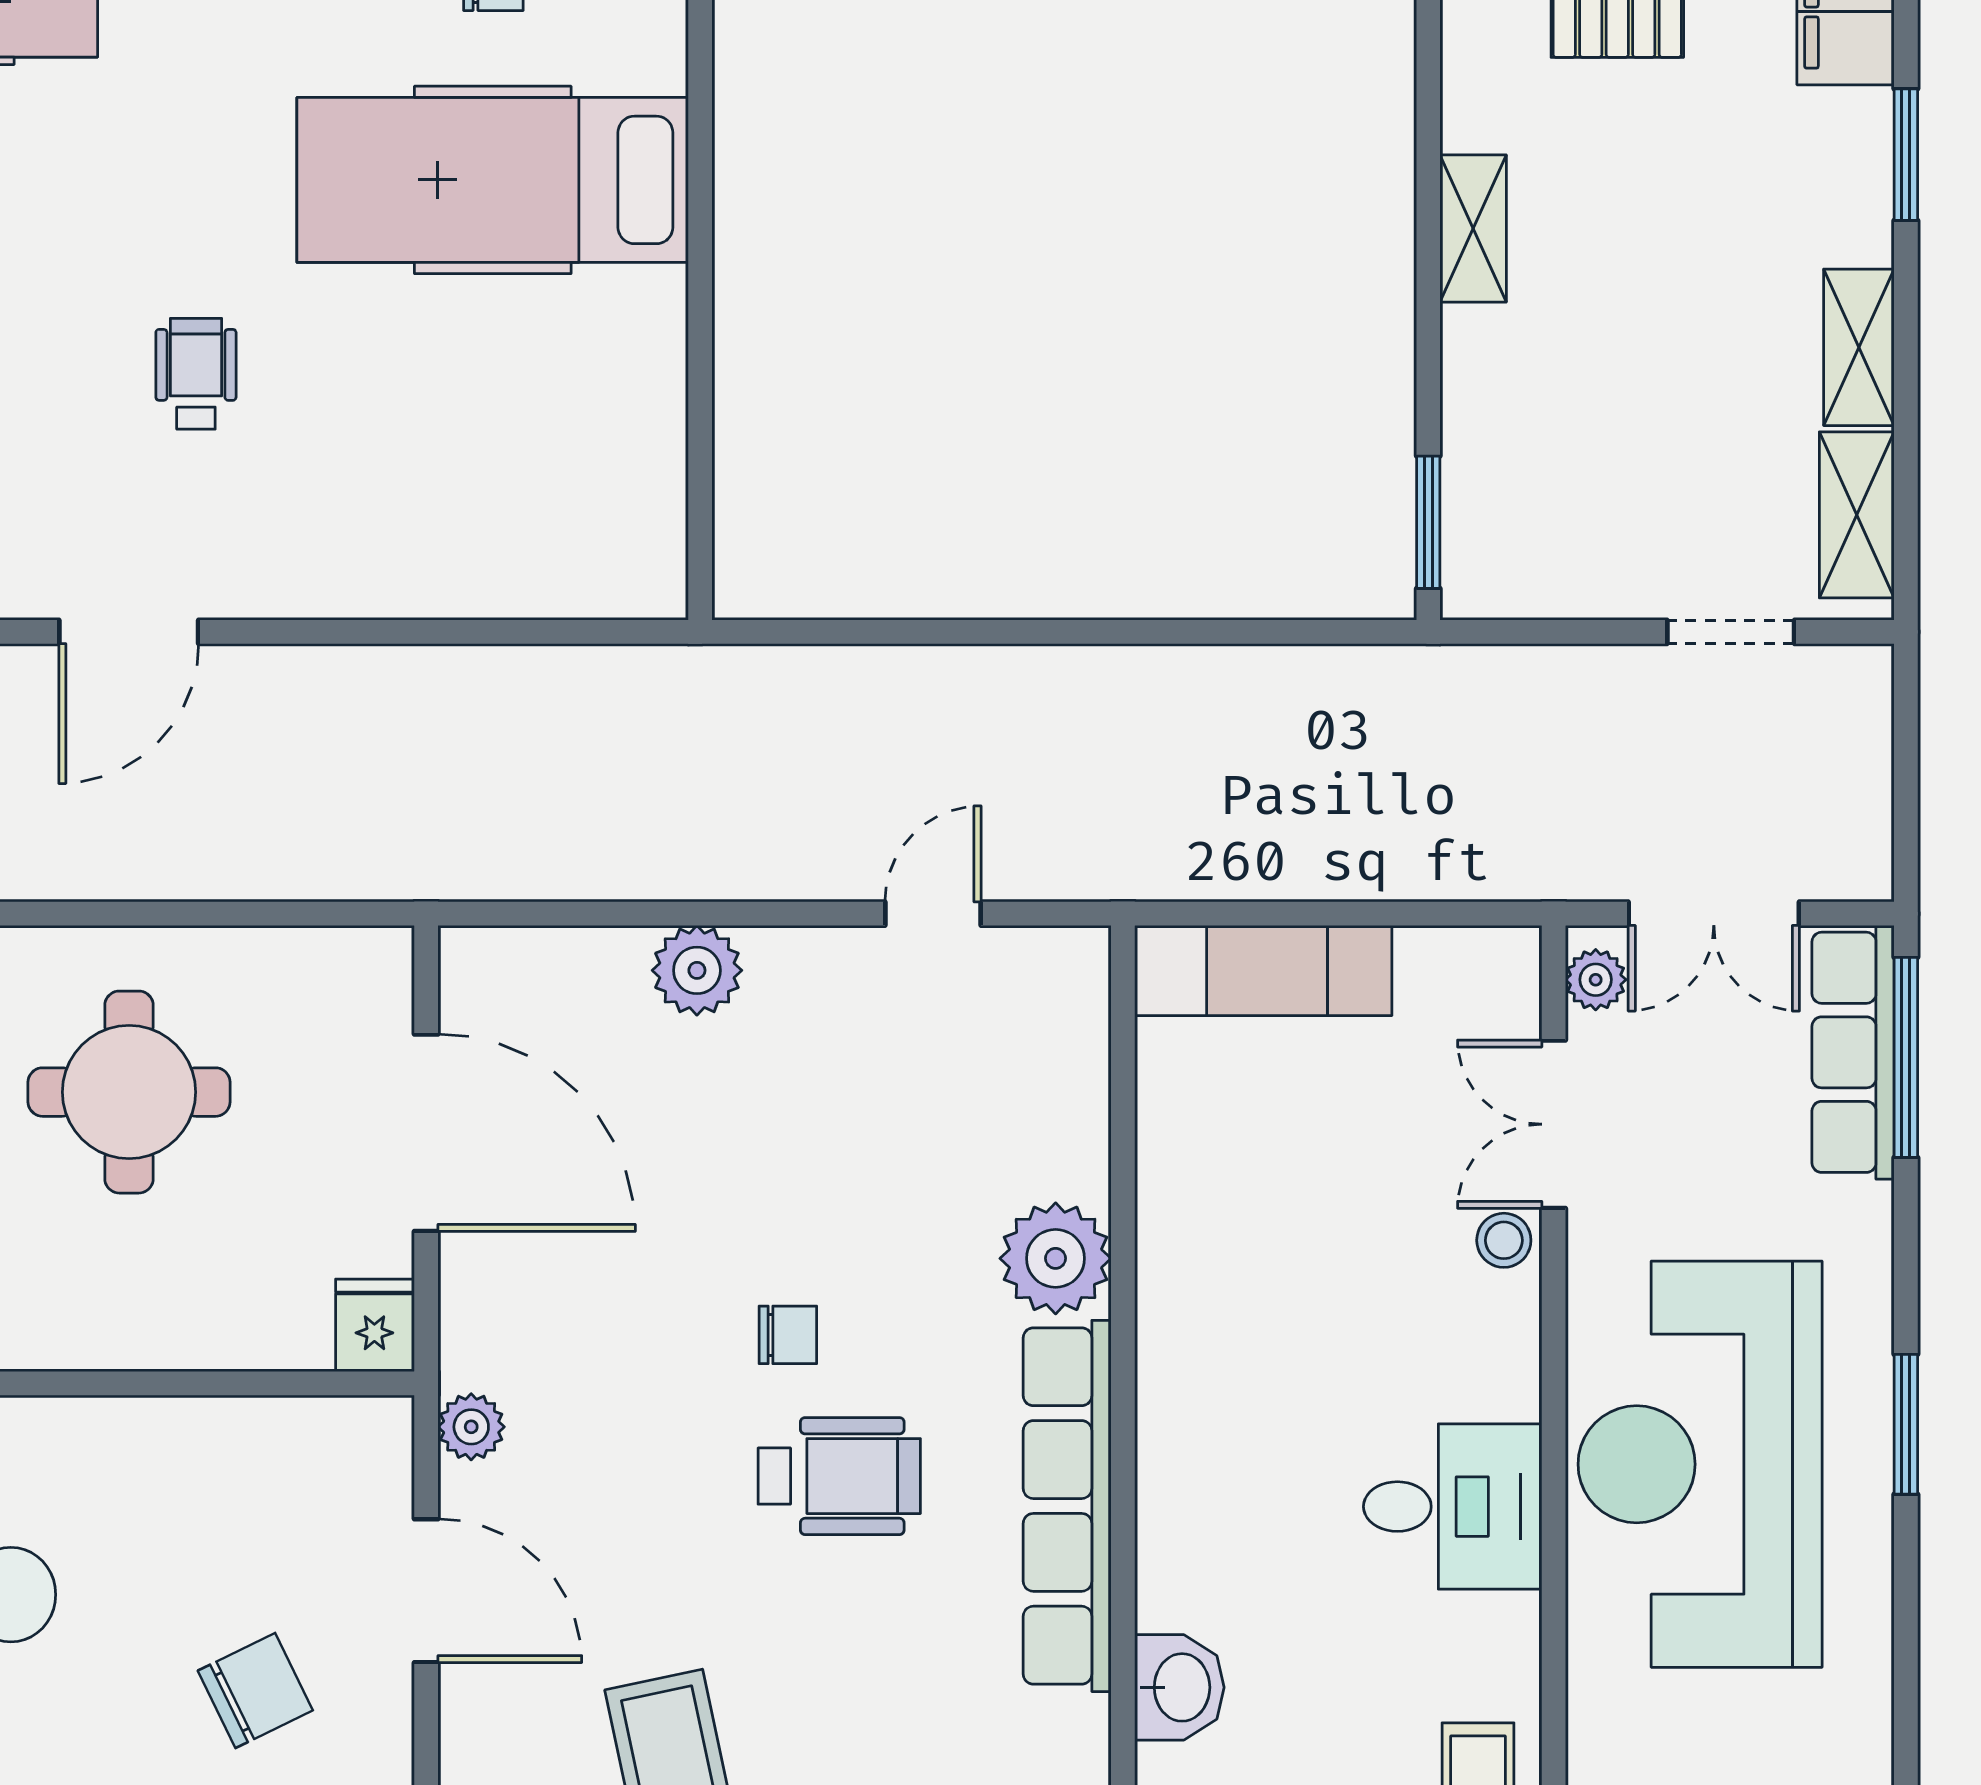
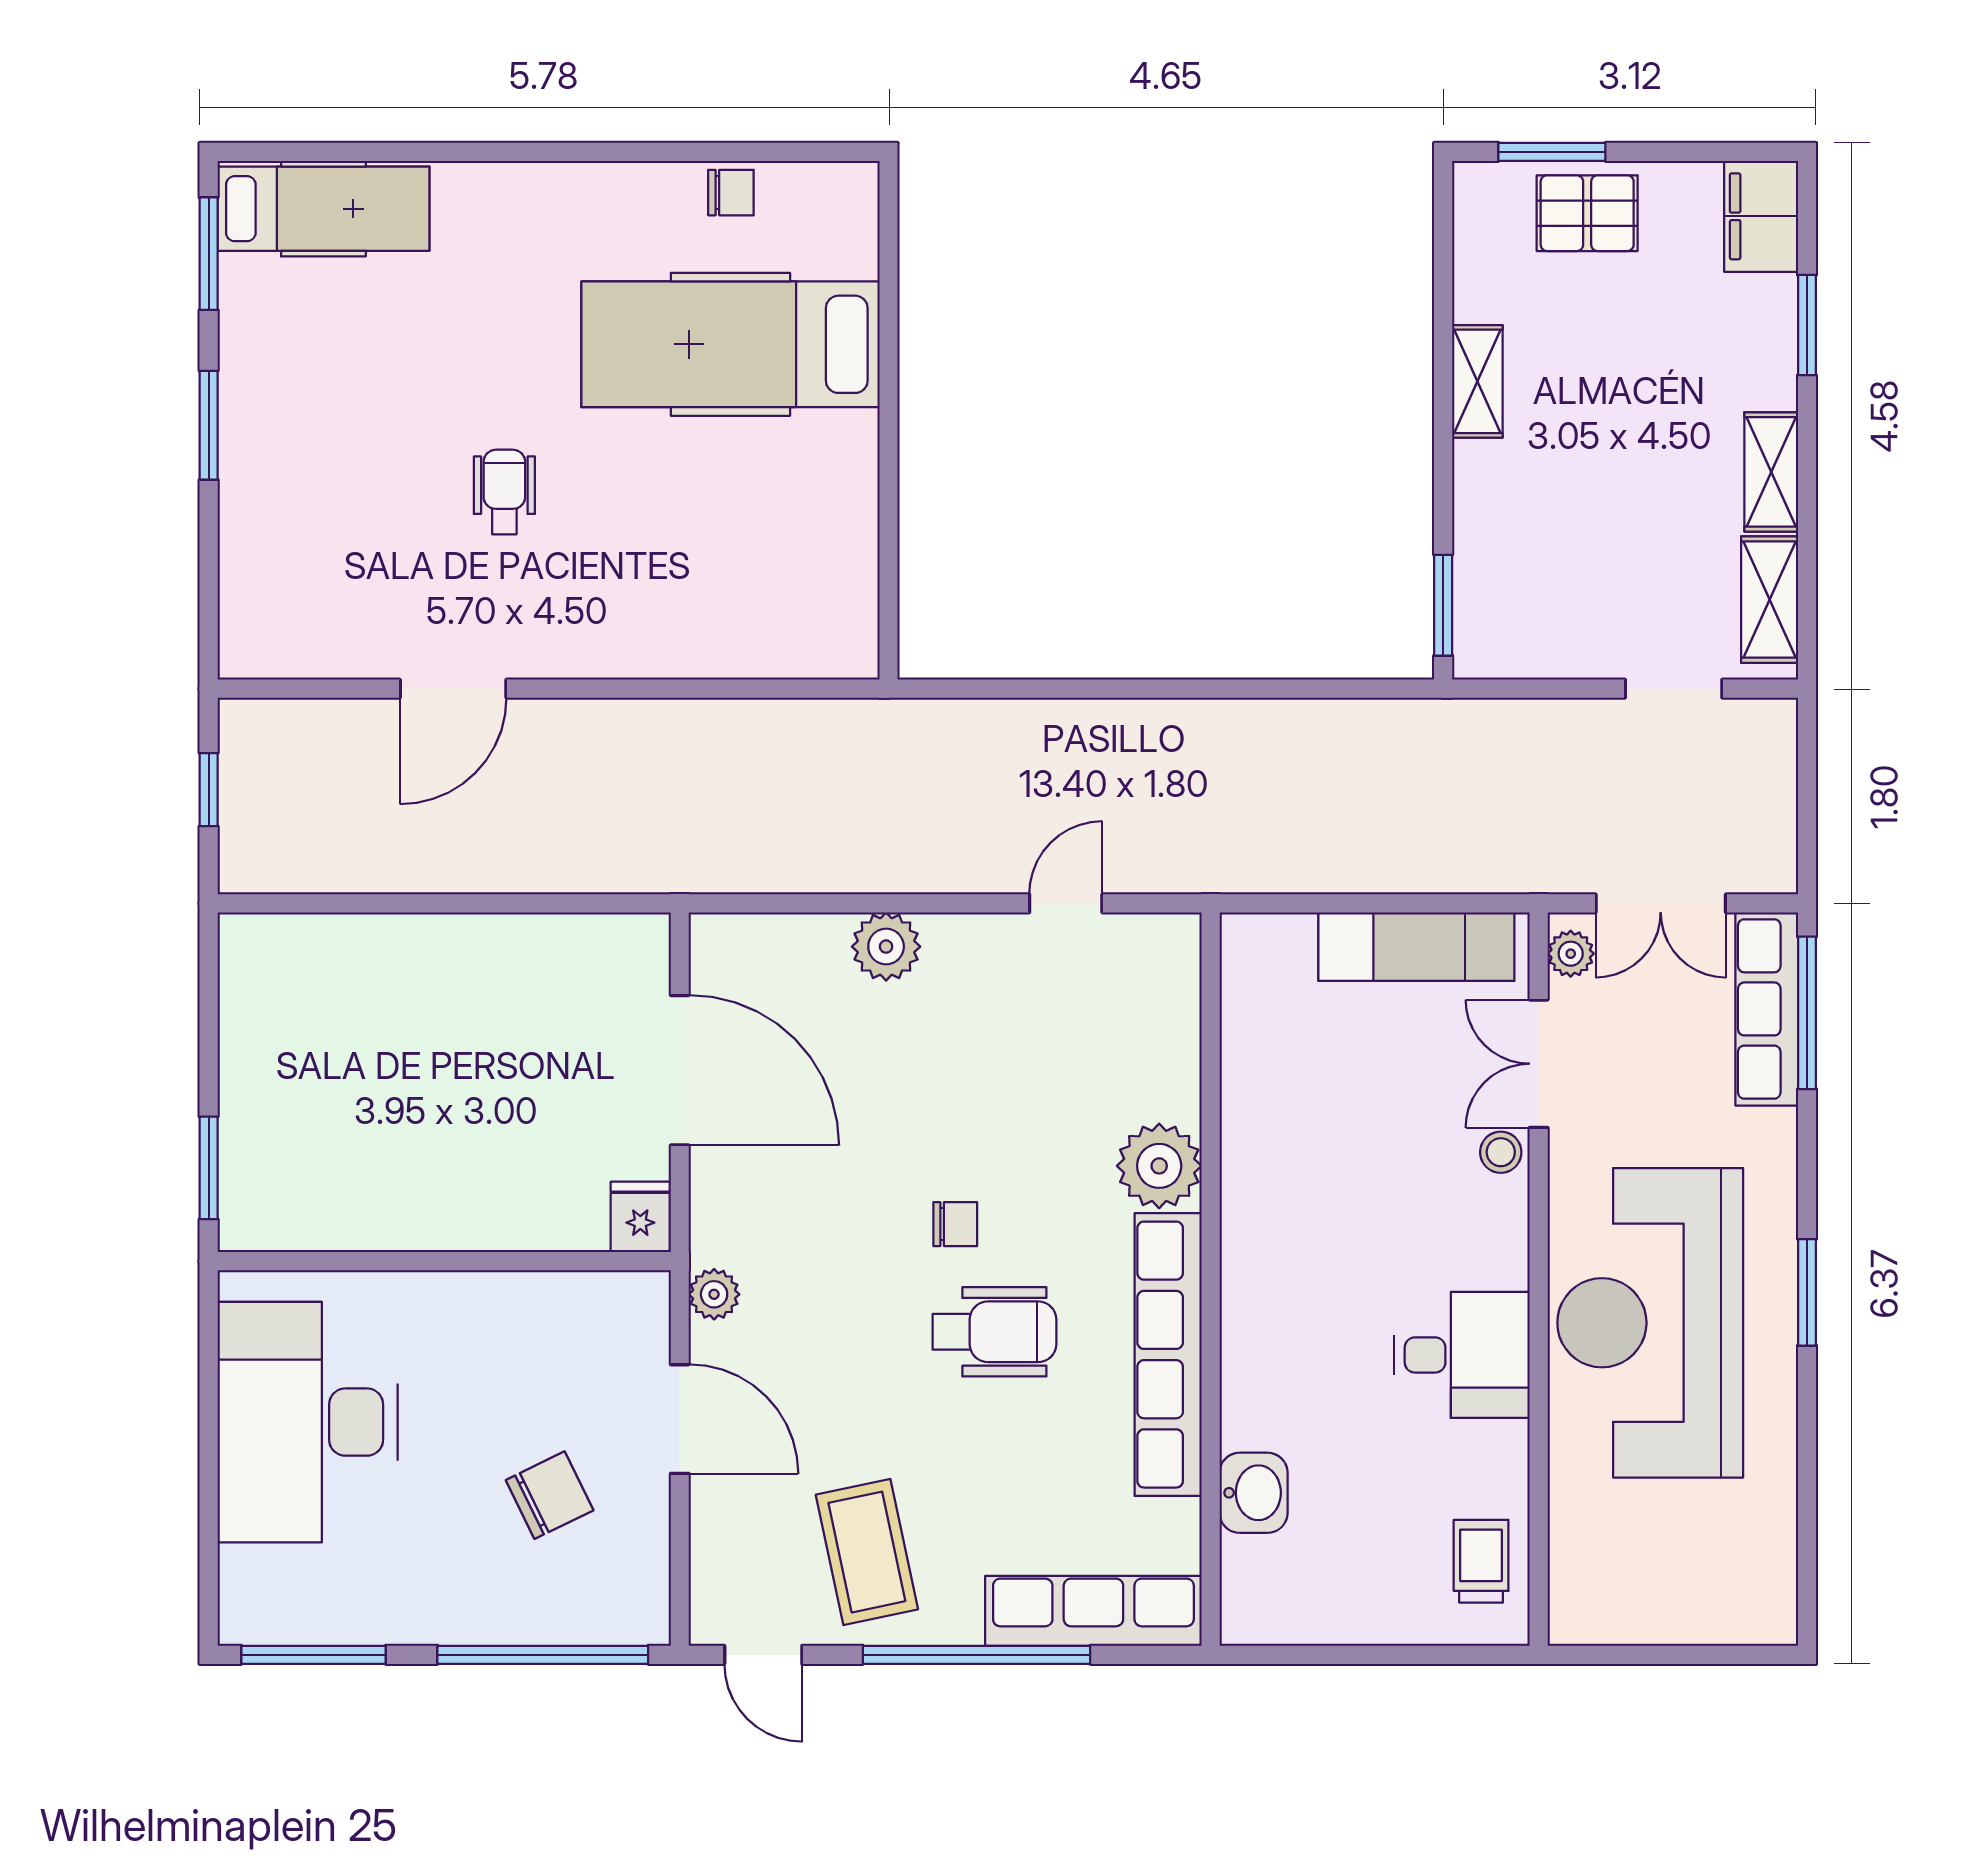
exam couch: (1263, 971) -> (1416, 947), moved
round table: (129, 1092) -> (453, 1039), removed

